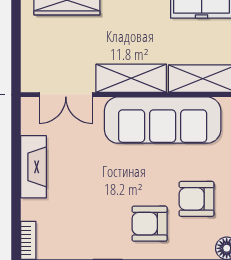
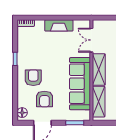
armchair: (197, 199) -> (44, 99), turned 180

